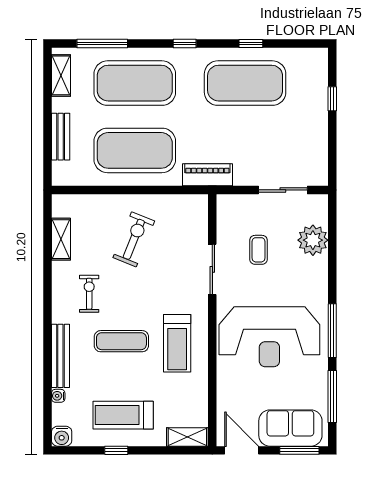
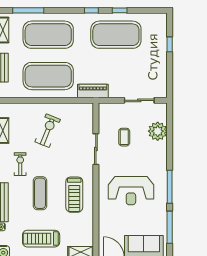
window: (185, 44) -> (91, 10), moved
reception desk: (269, 337) -> (131, 191), width x0.74, depth x0.77
exercise mat: (121, 341) -> (40, 193), turned 90

